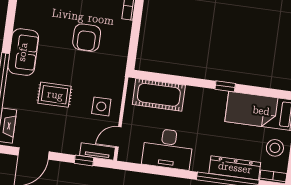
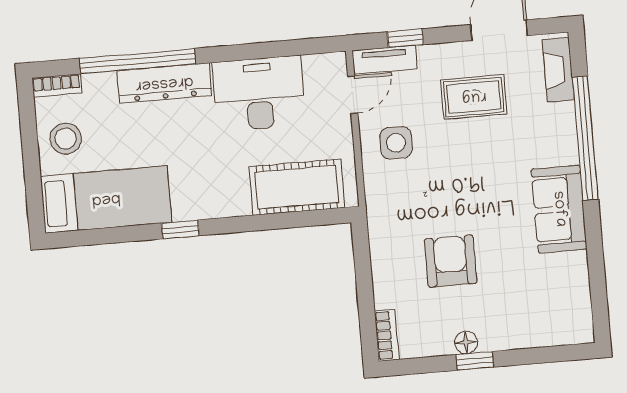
rug: (55, 95) -> (474, 97), moved
dresser: (235, 168) -> (164, 83), moved

